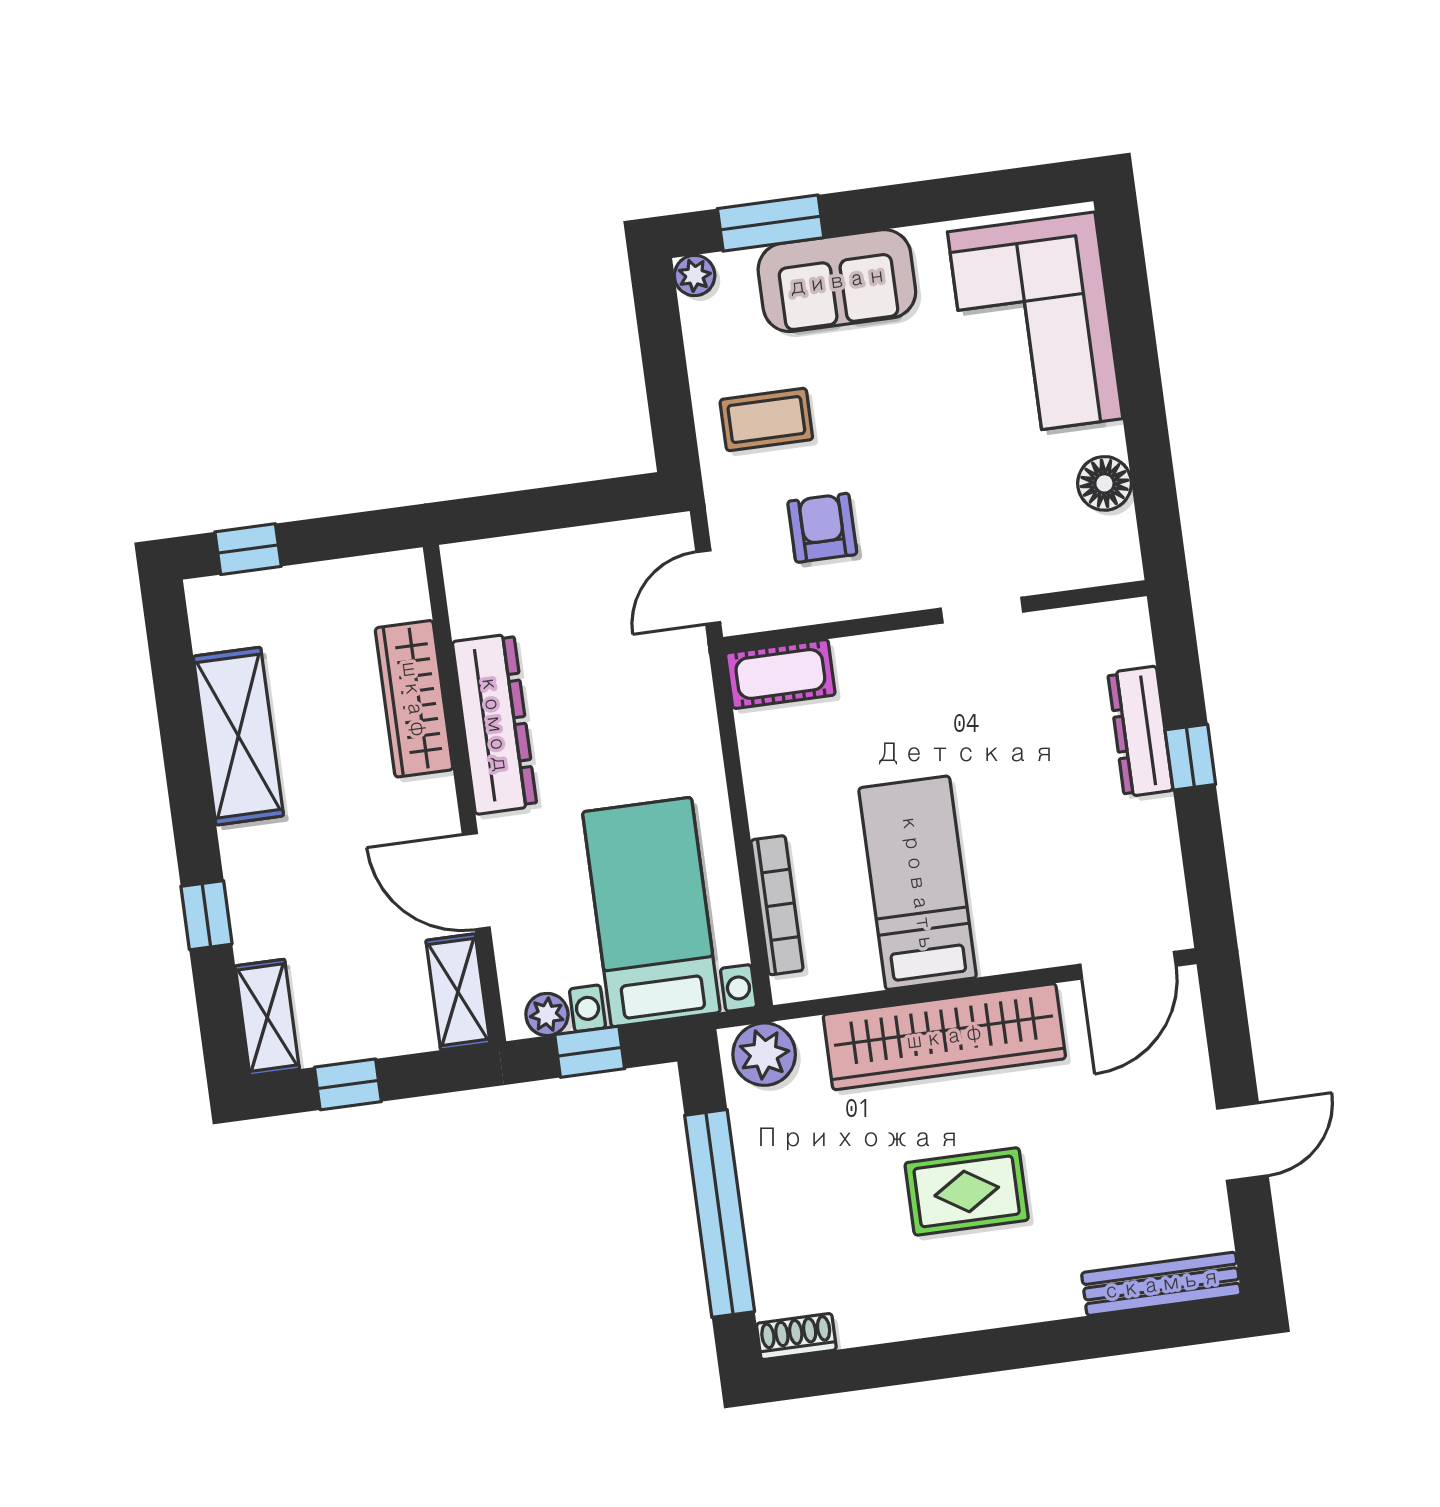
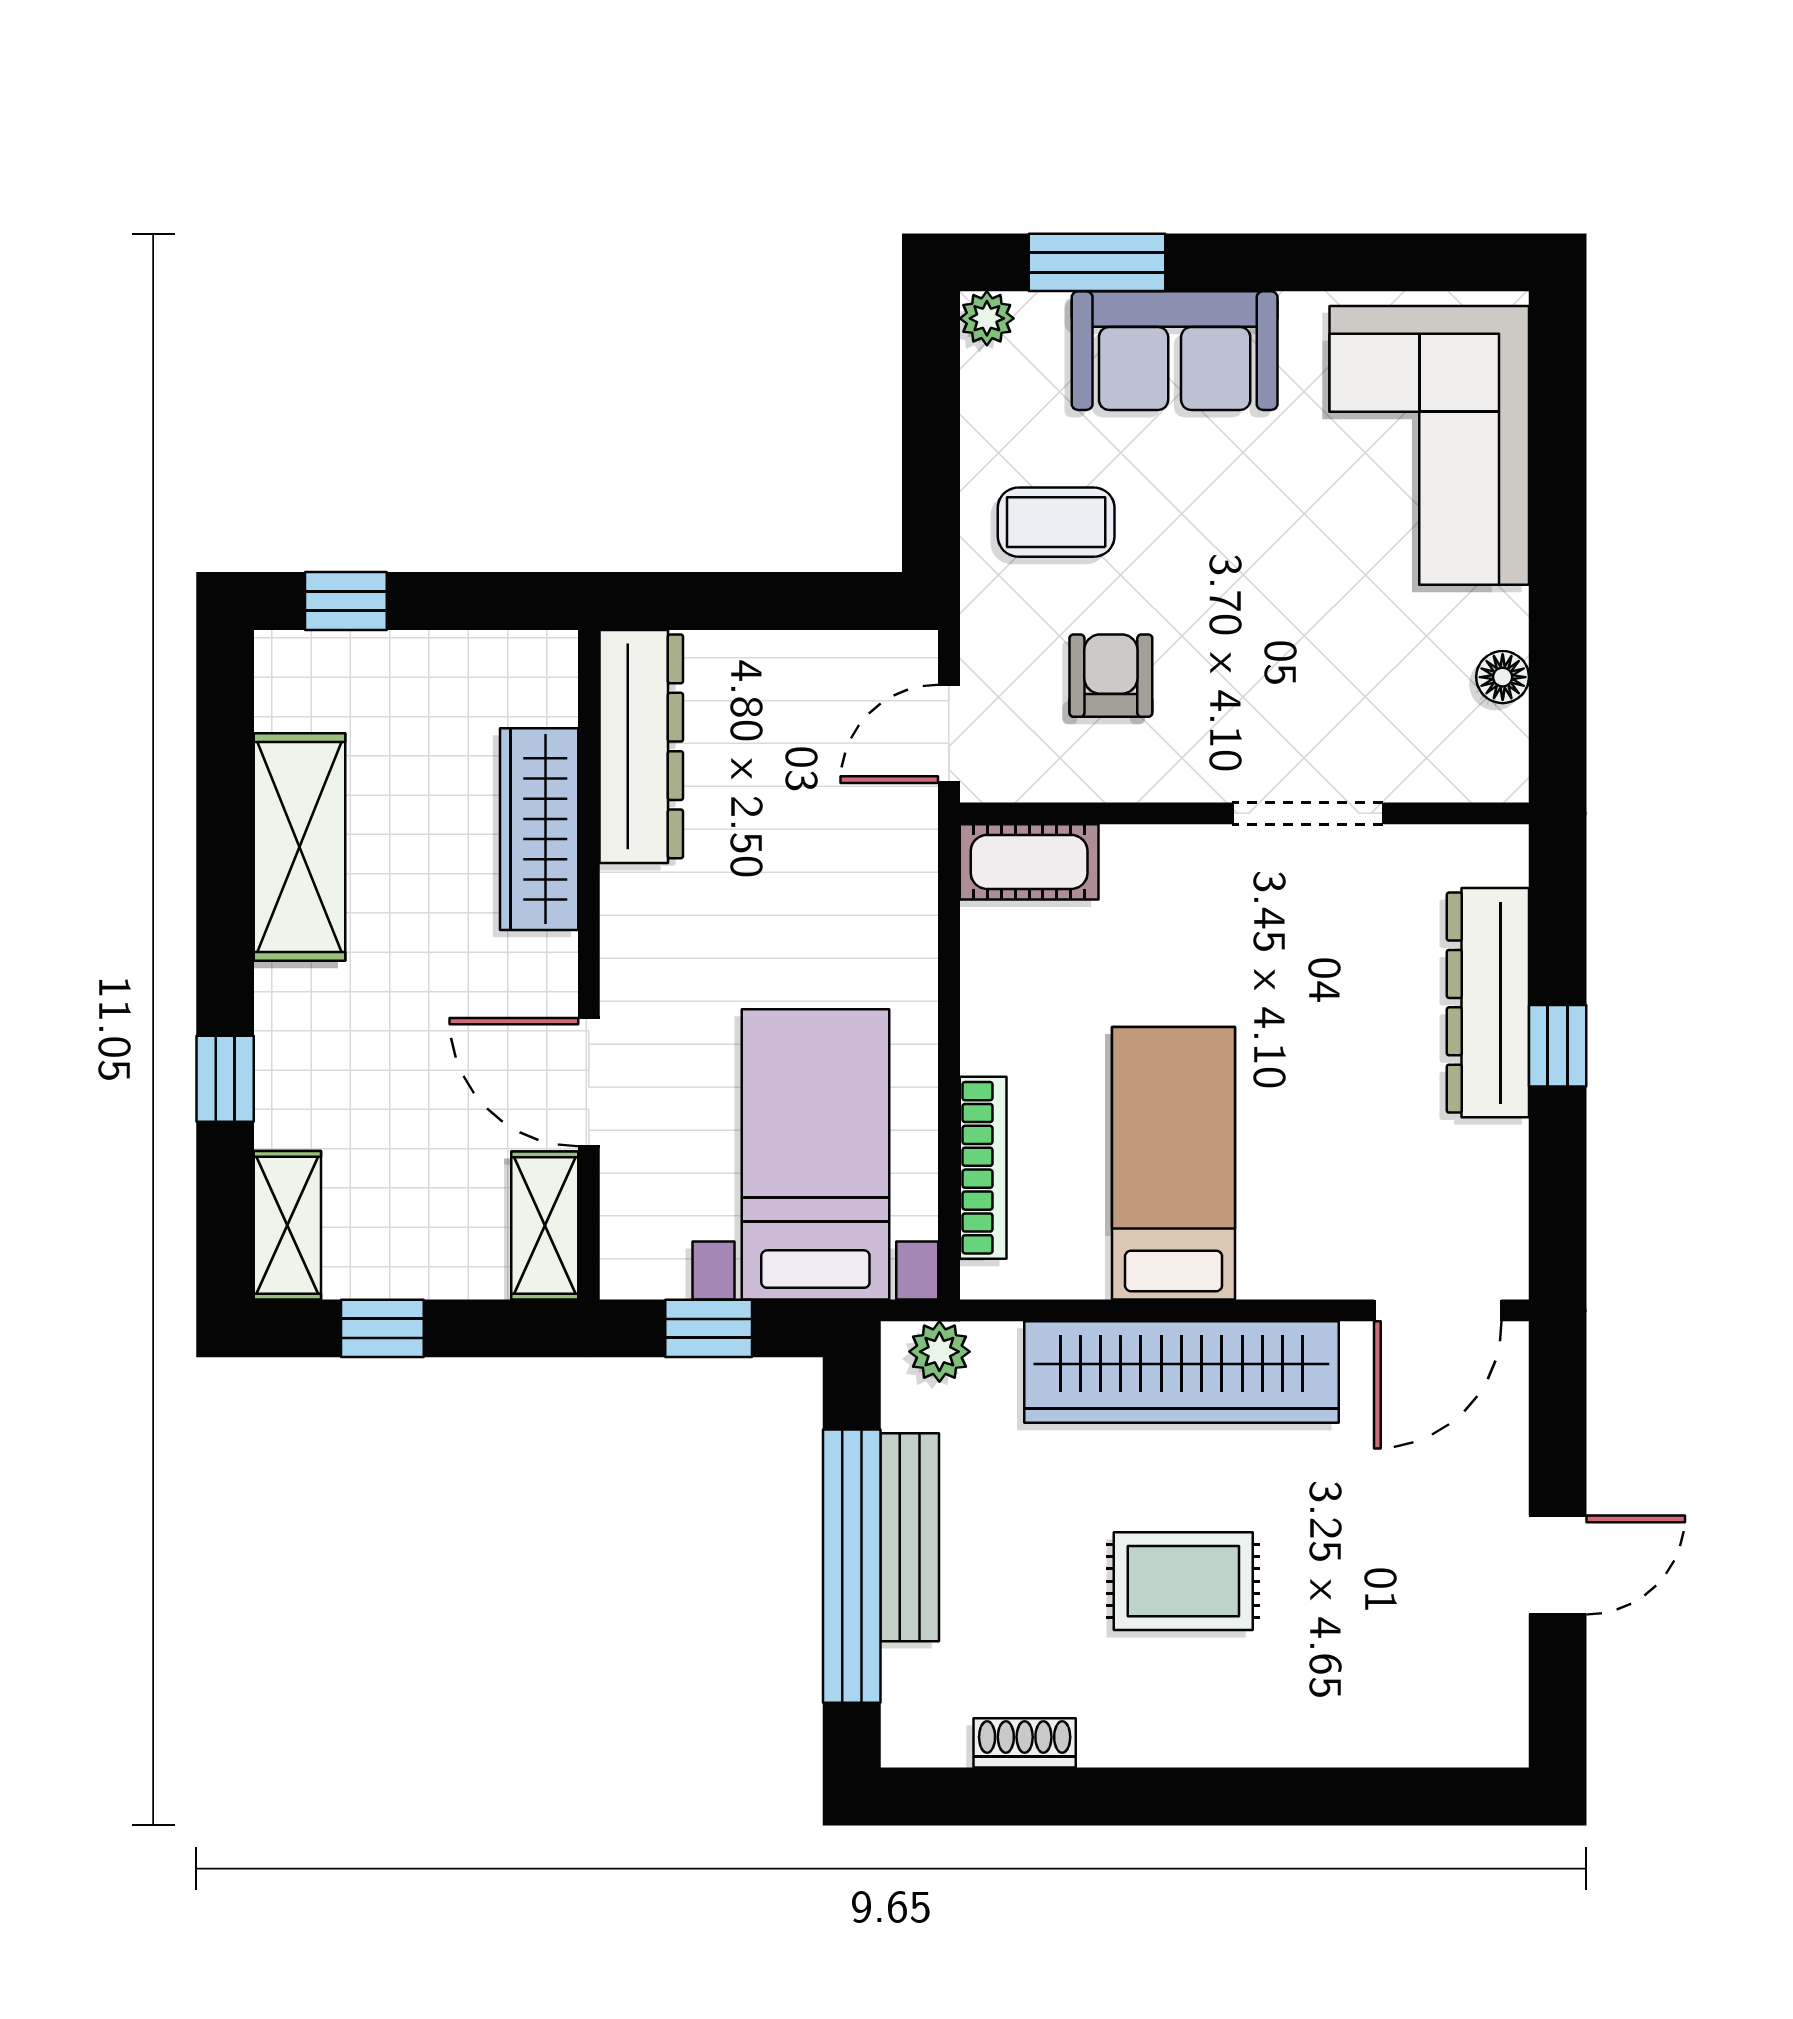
floor lamp: (1104, 483) -> (1503, 677), width x0.73, depth x0.73
doorway: (982, 610) -> (1308, 813), width x1.38
dresser: (495, 724) -> (641, 746), moved
dresser: (1140, 731) -> (1488, 1003), width x1.37, depth x1.24
plant: (547, 1014) -> (659, 1271), removed
plant: (764, 1054) -> (939, 1352), width x0.73, depth x0.73
bench: (1161, 1284) -> (910, 1537), moved, turned 90
shoe rack: (796, 1337) -> (1025, 1743), moved

